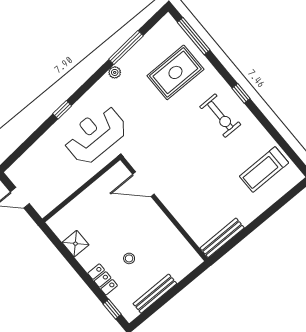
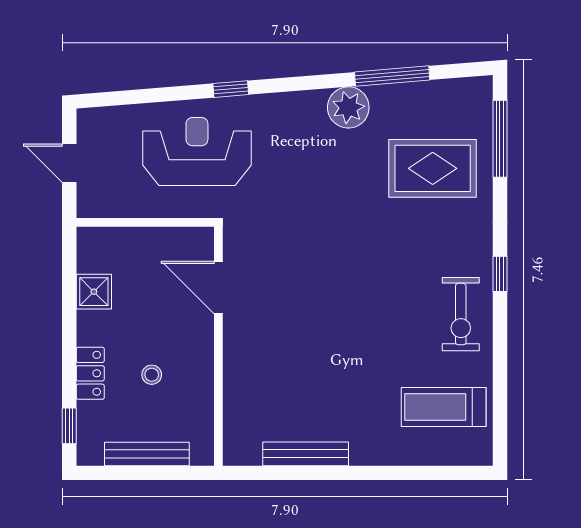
plant: (115, 72) -> (348, 107), width x1.87, depth x1.87
exercise bike: (220, 116) -> (461, 314), moved
reception desk: (95, 135) -> (197, 151), moved
door: (143, 184) -> (218, 287), moved
wall: (164, 209) -> (218, 346), moved

